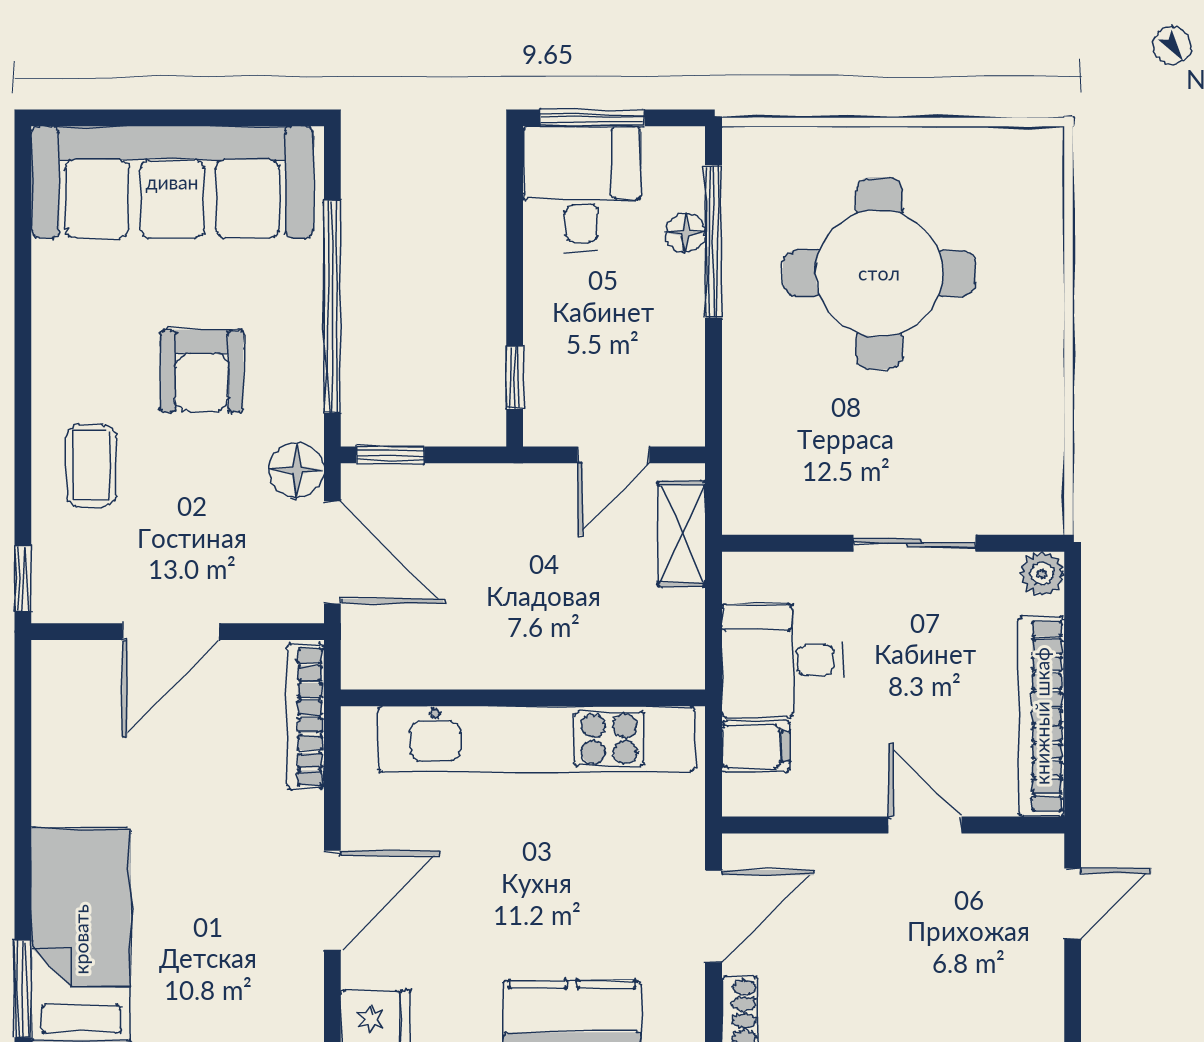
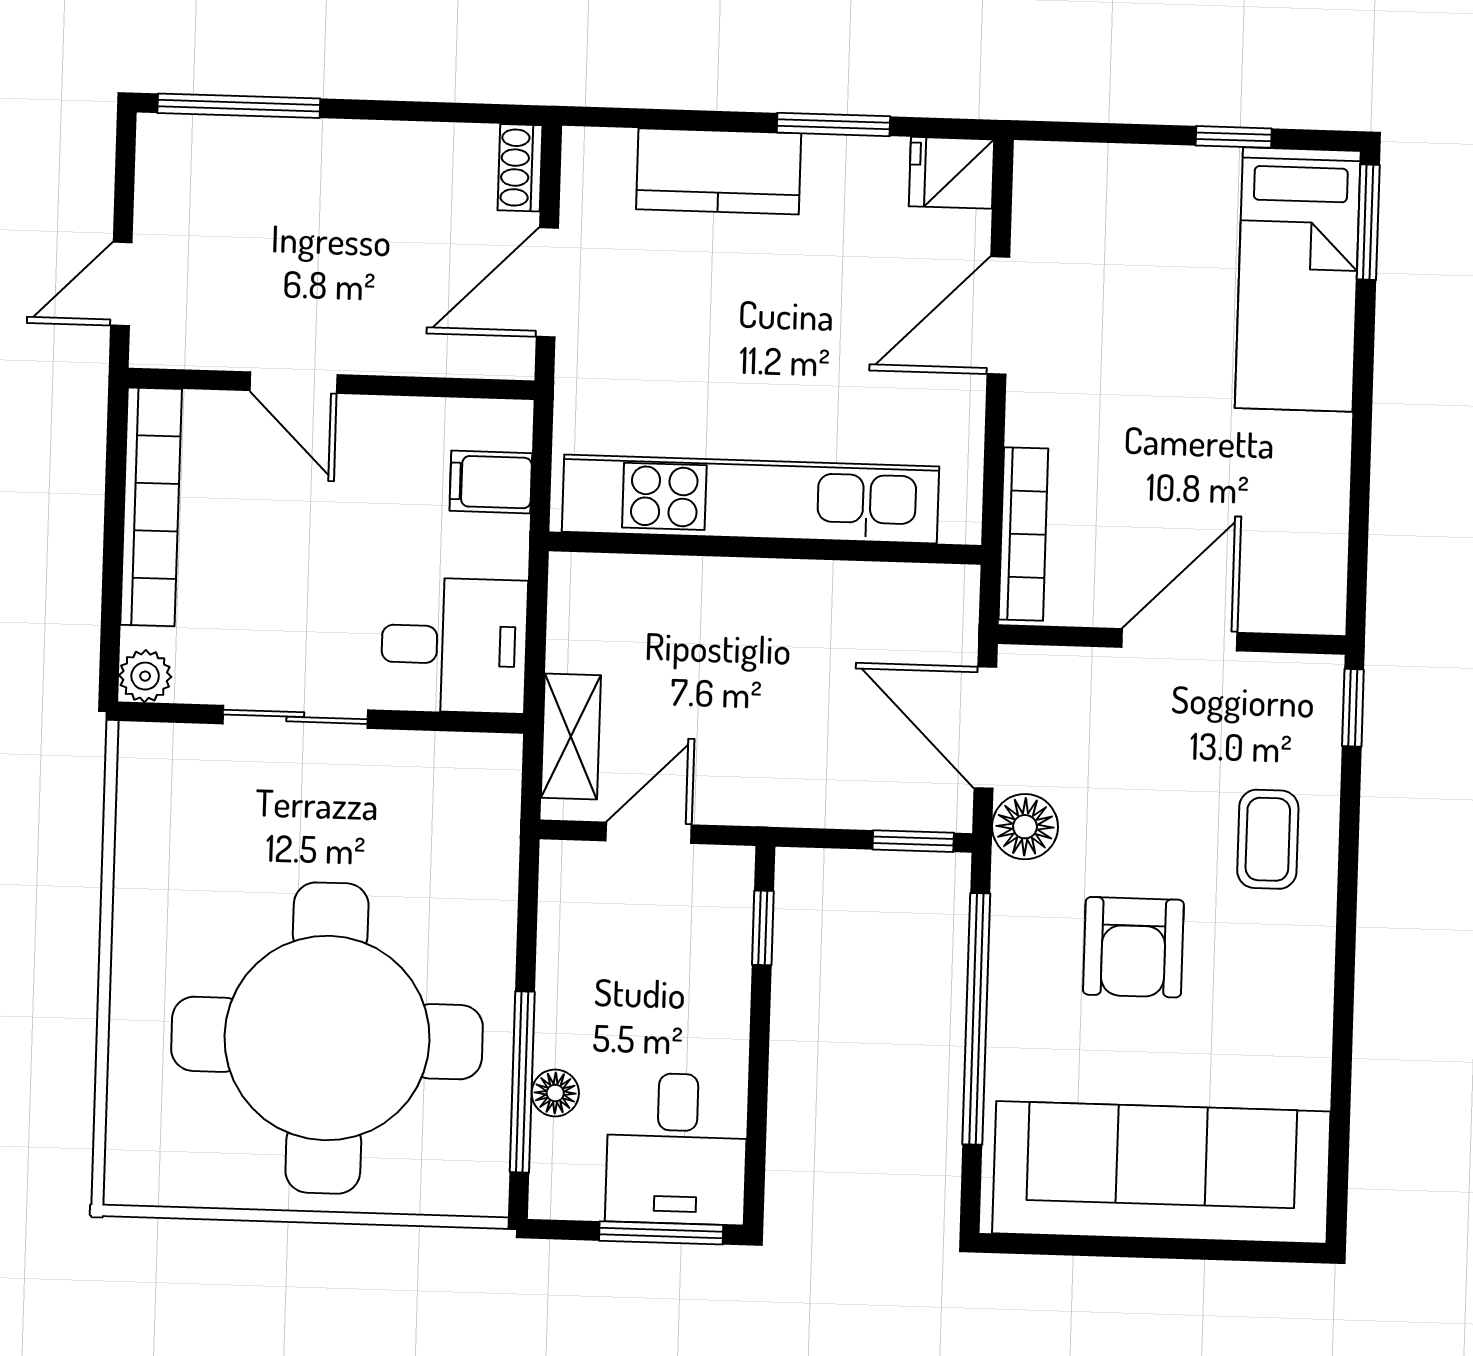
round table: (879, 273) -> (327, 1038), width x1.36, depth x1.36
armchair: (202, 371) -> (1133, 947), turned 180
desk: (783, 660) -> (454, 645), moved

